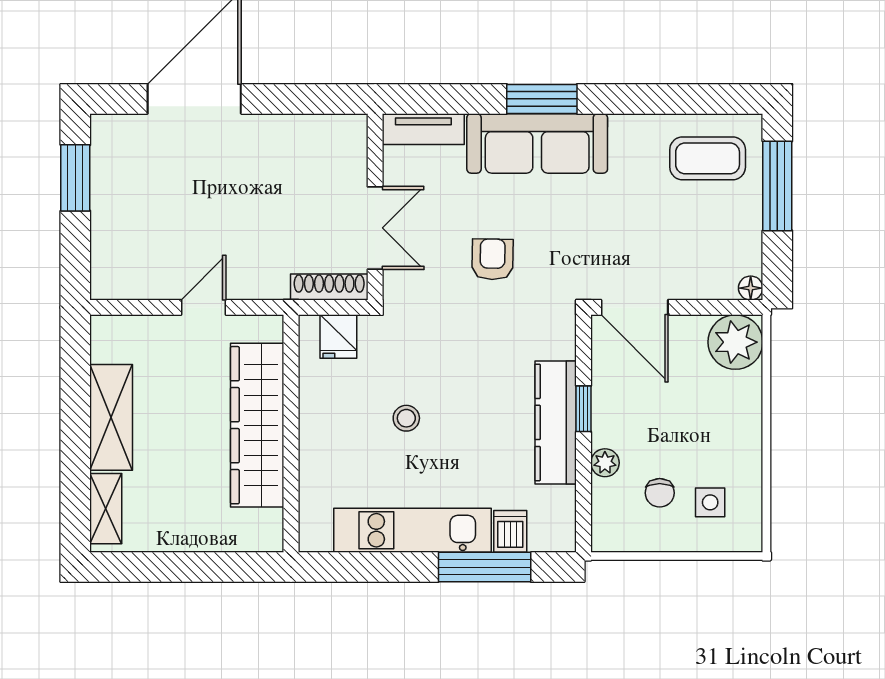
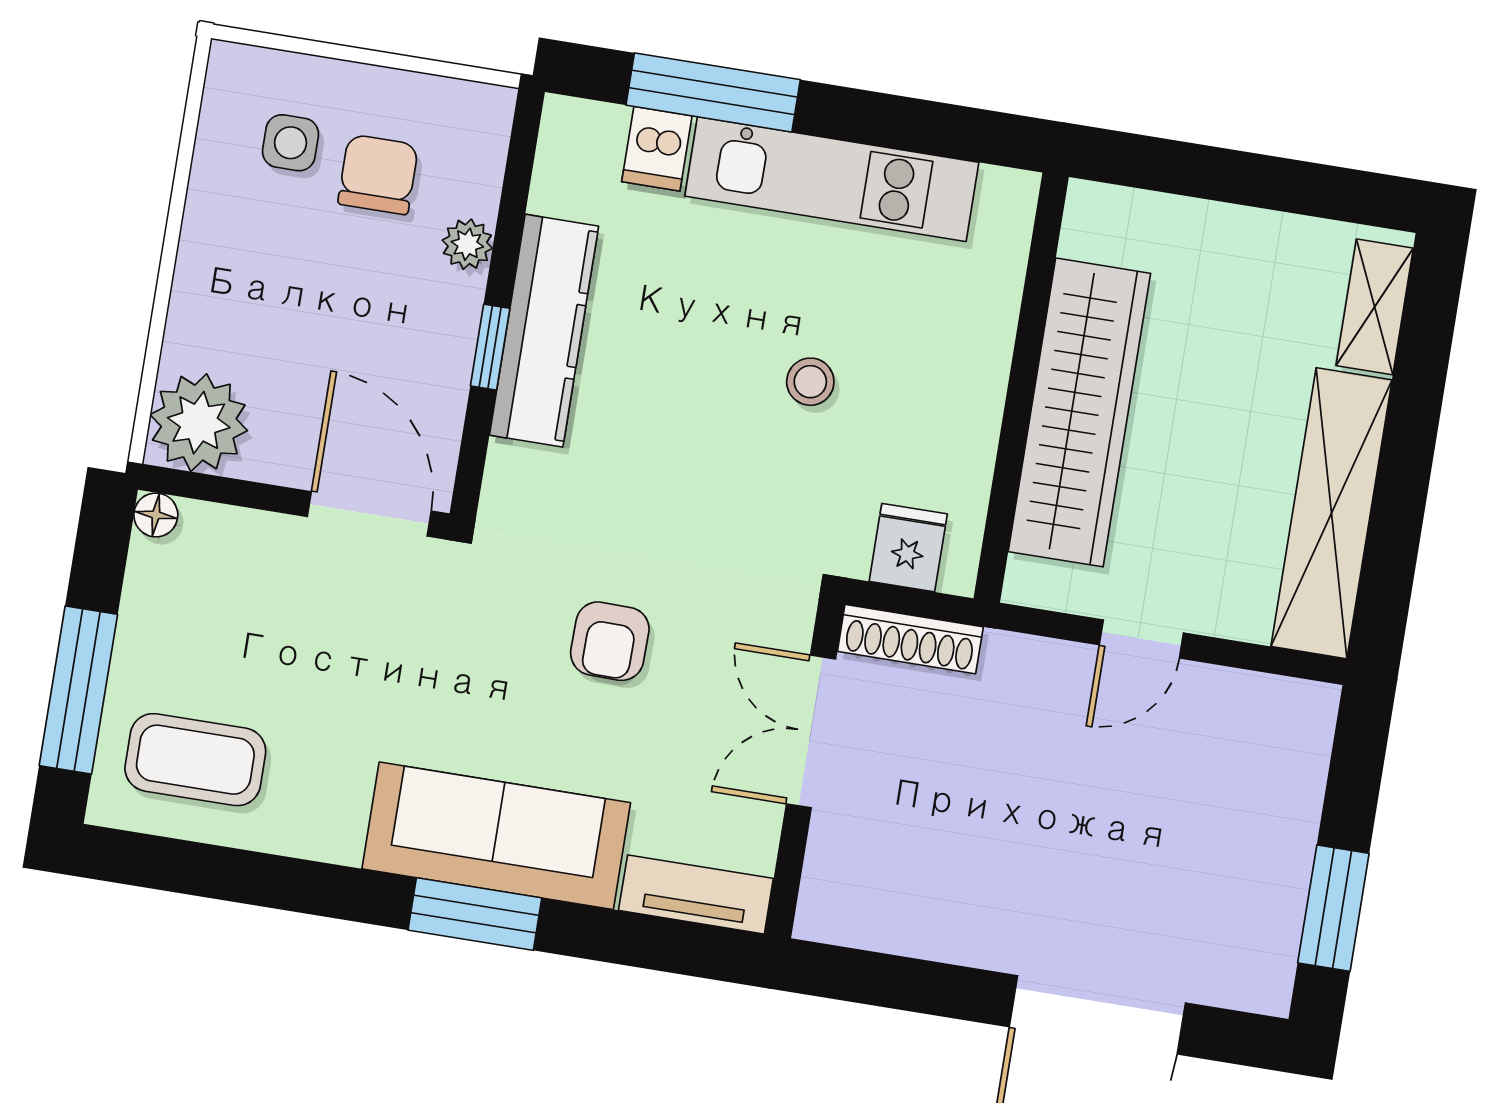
shelving: (111, 417) -> (1331, 513), width x1.47
chair: (660, 493) -> (378, 175), width x1.37, depth x1.37

